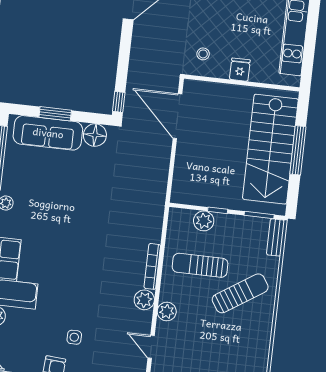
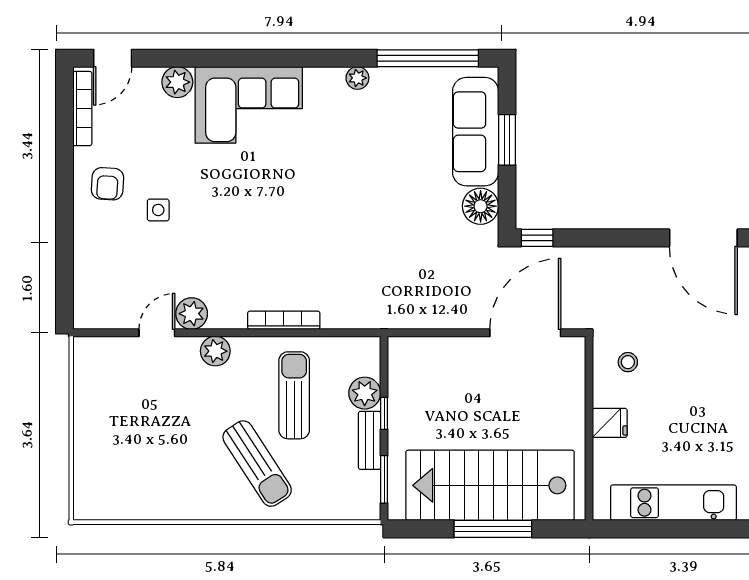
bench: (276, 237) -> (370, 440), moved, turned 90
plant: (144, 300) -> (192, 314), moved

